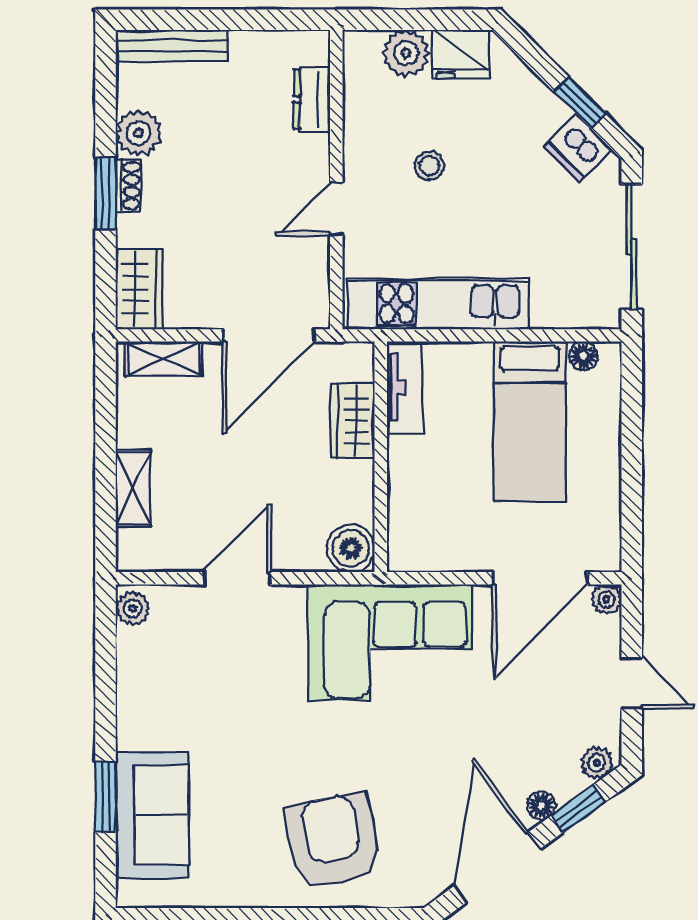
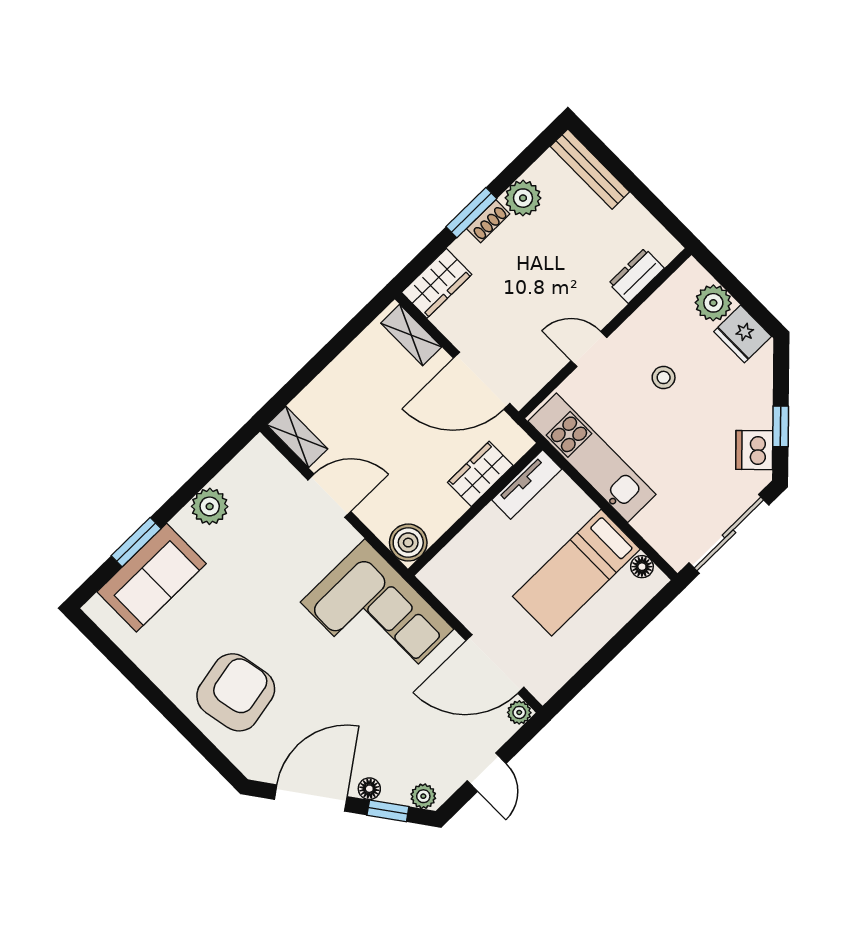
shelving: (133, 488) -> (297, 437), moved, turned 90
plant: (133, 608) -> (210, 506), moved, width x1.38, depth x1.38

